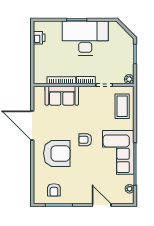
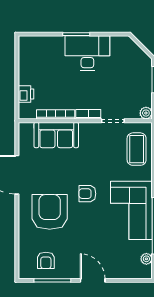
printer: (39, 38) -> (26, 94), moved
desk: (85, 38) -> (87, 53), width x0.73, depth x0.77
armchair: (57, 153) -> (50, 212), turned -90
door: (102, 205) -> (93, 280), moved

